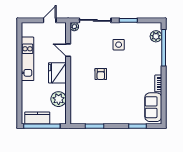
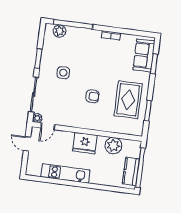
door: (68, 50) -> (48, 126), moved
rug: (102, 107) -> (128, 100), added
sofa: (153, 107) -> (144, 55), moved, turned 90

